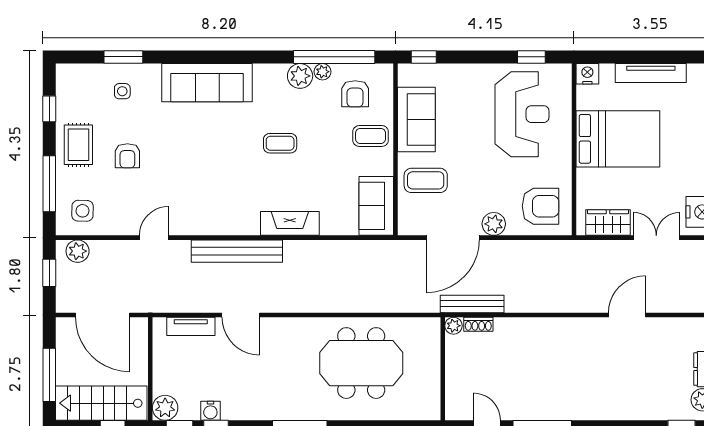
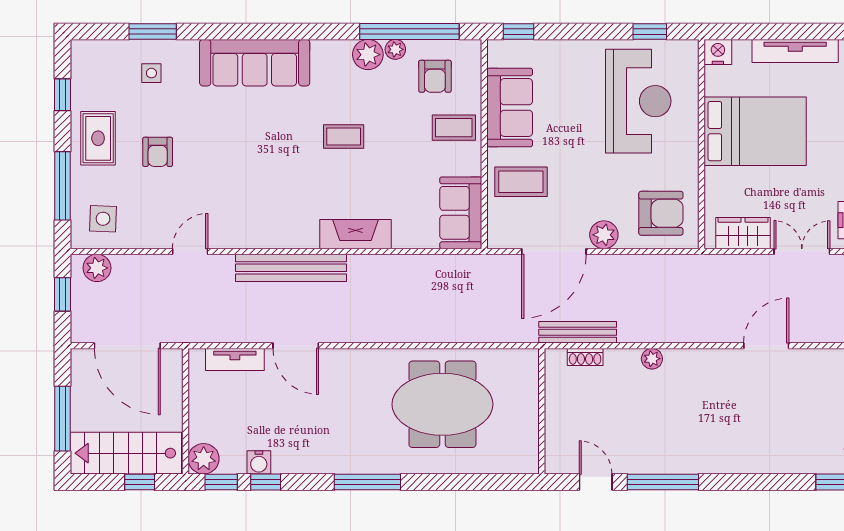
plant: (453, 326) -> (652, 359), moved

